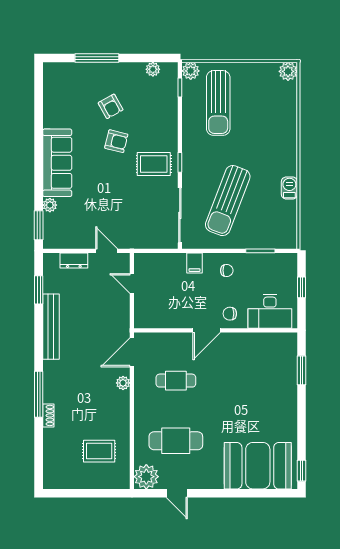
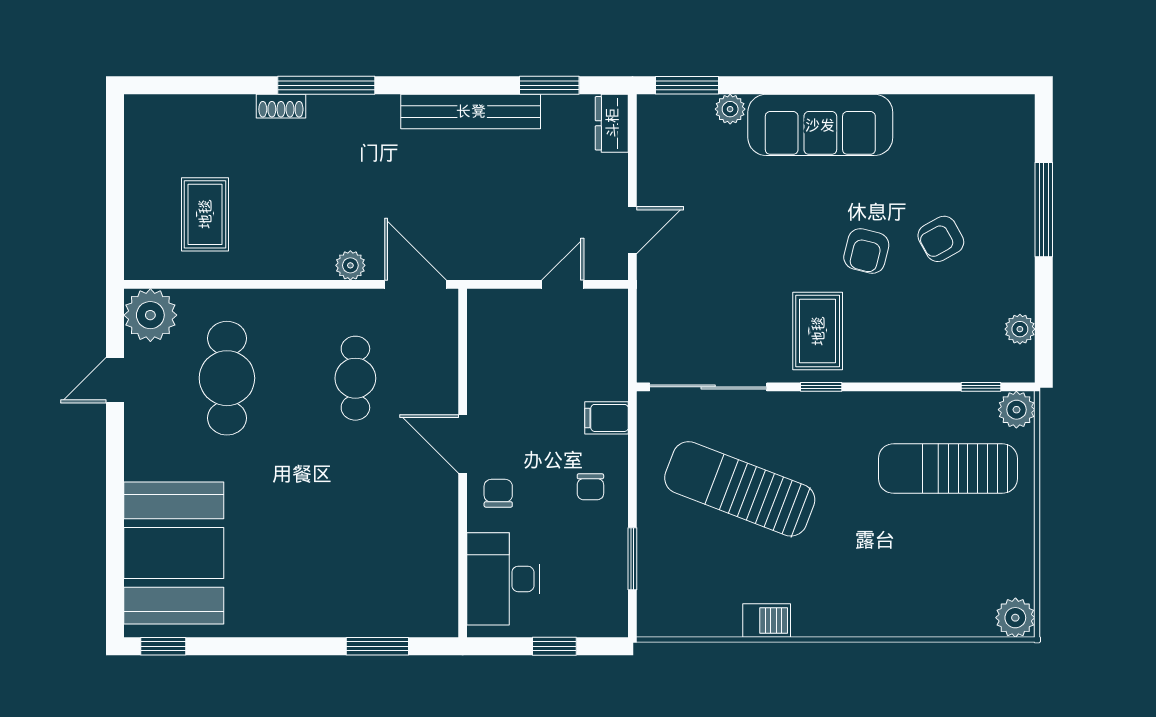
dresser: (74, 260) -> (612, 123), moved

